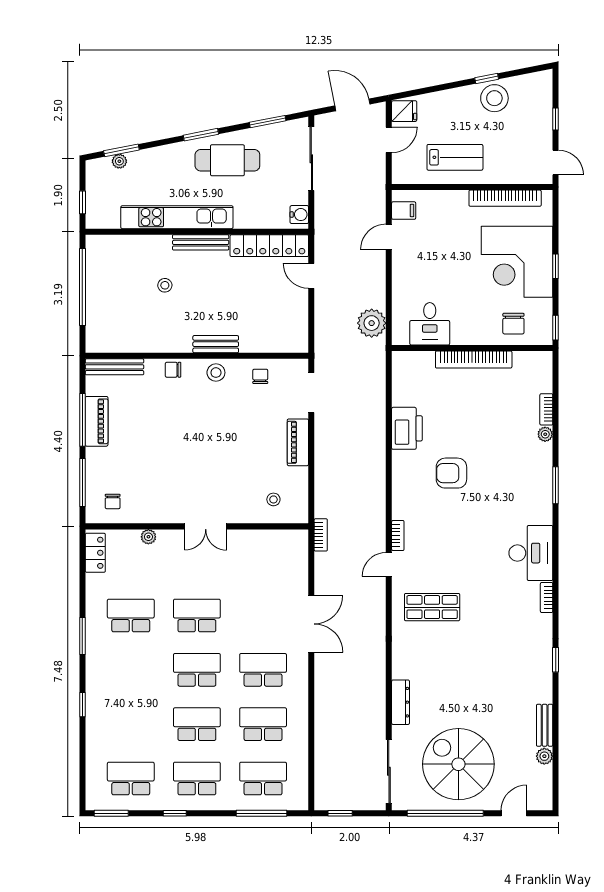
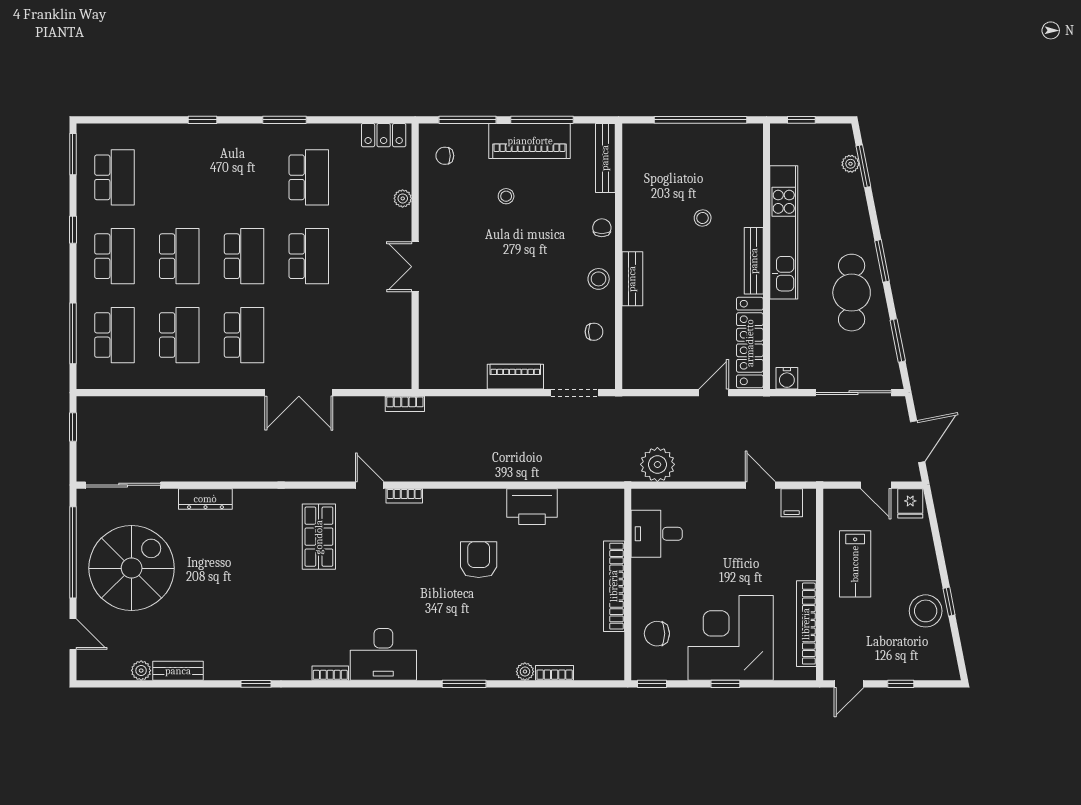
piano: (97, 421) -> (530, 141), width x1.37, depth x1.33
stool: (273, 499) -> (506, 196), moved

